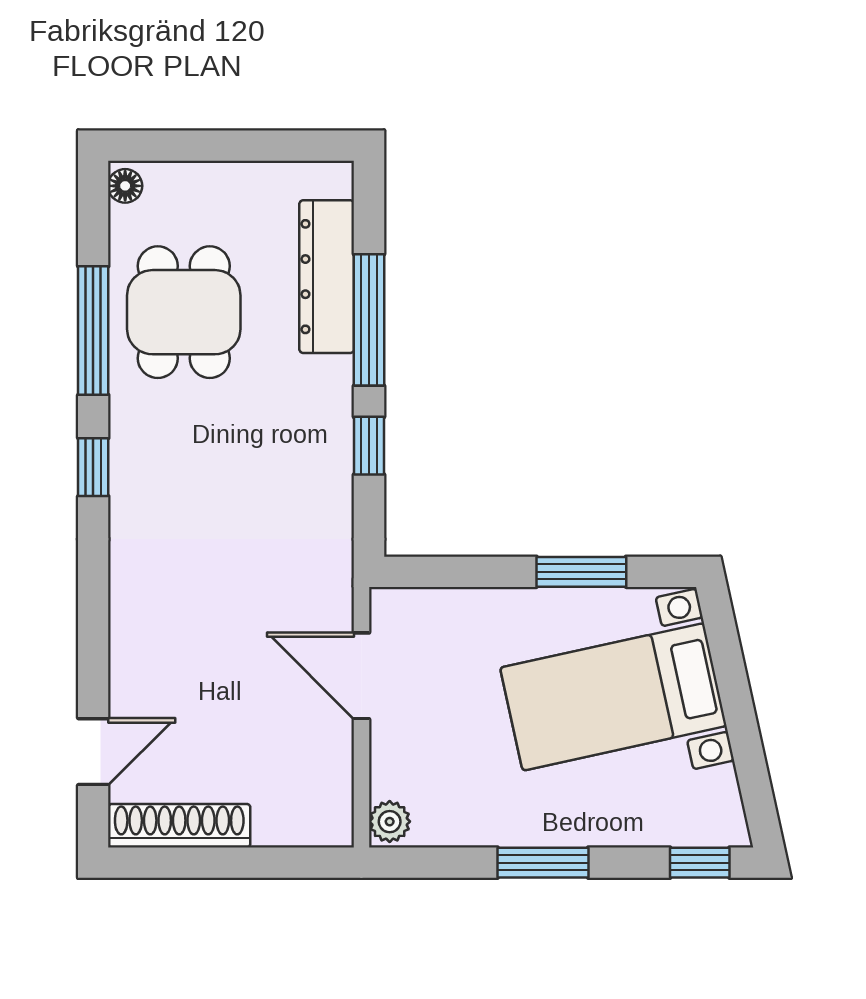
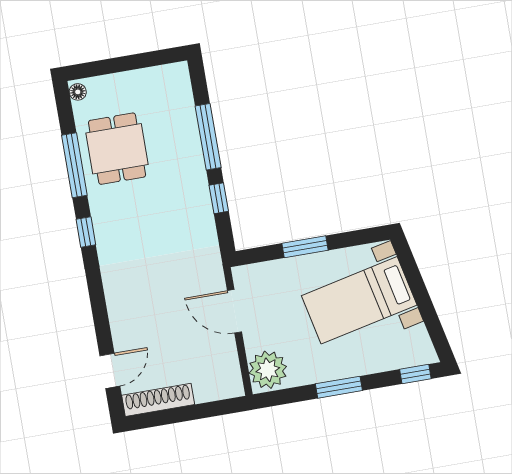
dresser: (327, 277) -> (184, 119), removed
window: (581, 572) -> (305, 247), moved
plant: (390, 822) -> (268, 370), width x1.88, depth x1.88

